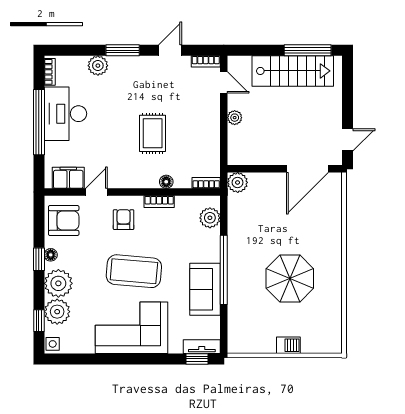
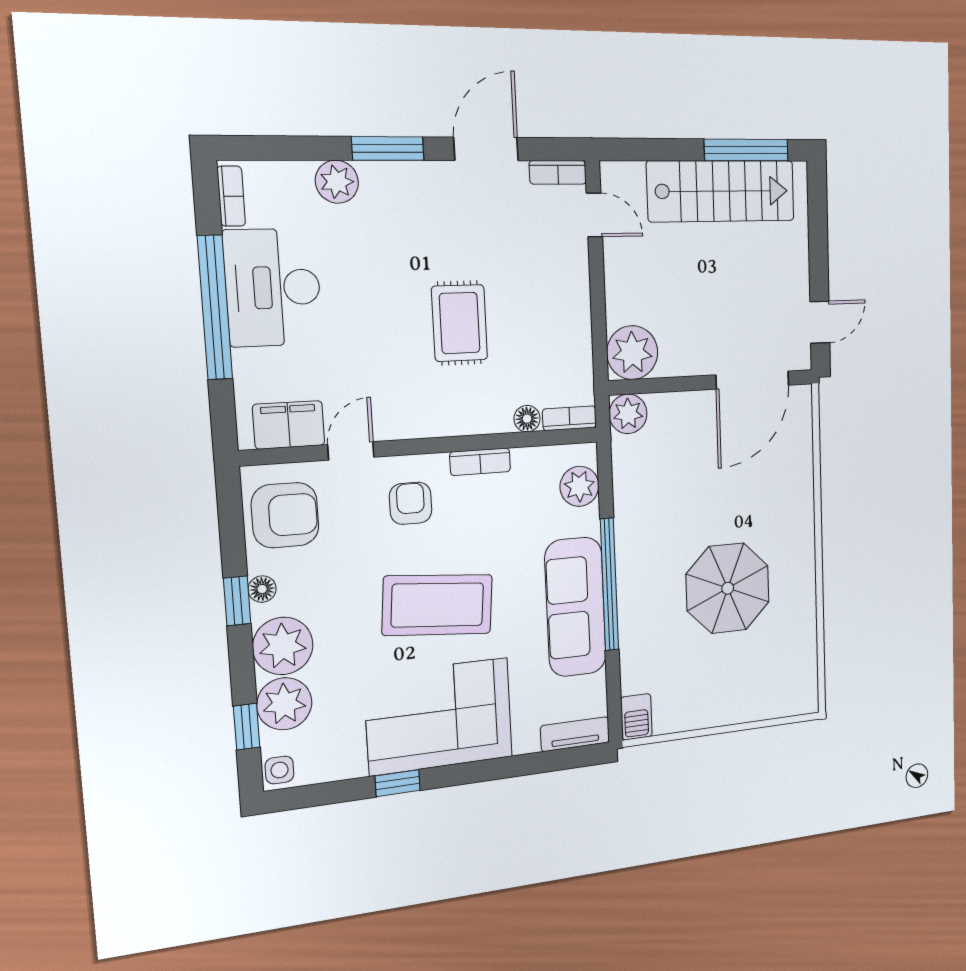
door: (170, 50) -> (486, 149), width x1.38
plant: (235, 118) -> (632, 353), moved, width x1.88, depth x1.88
floor lamp: (166, 182) -> (527, 419), moved
sofa: (205, 289) -> (576, 607), width x1.36
barbecue: (288, 345) -> (636, 717), moved, turned 90
window: (197, 359) -> (398, 783), moved

